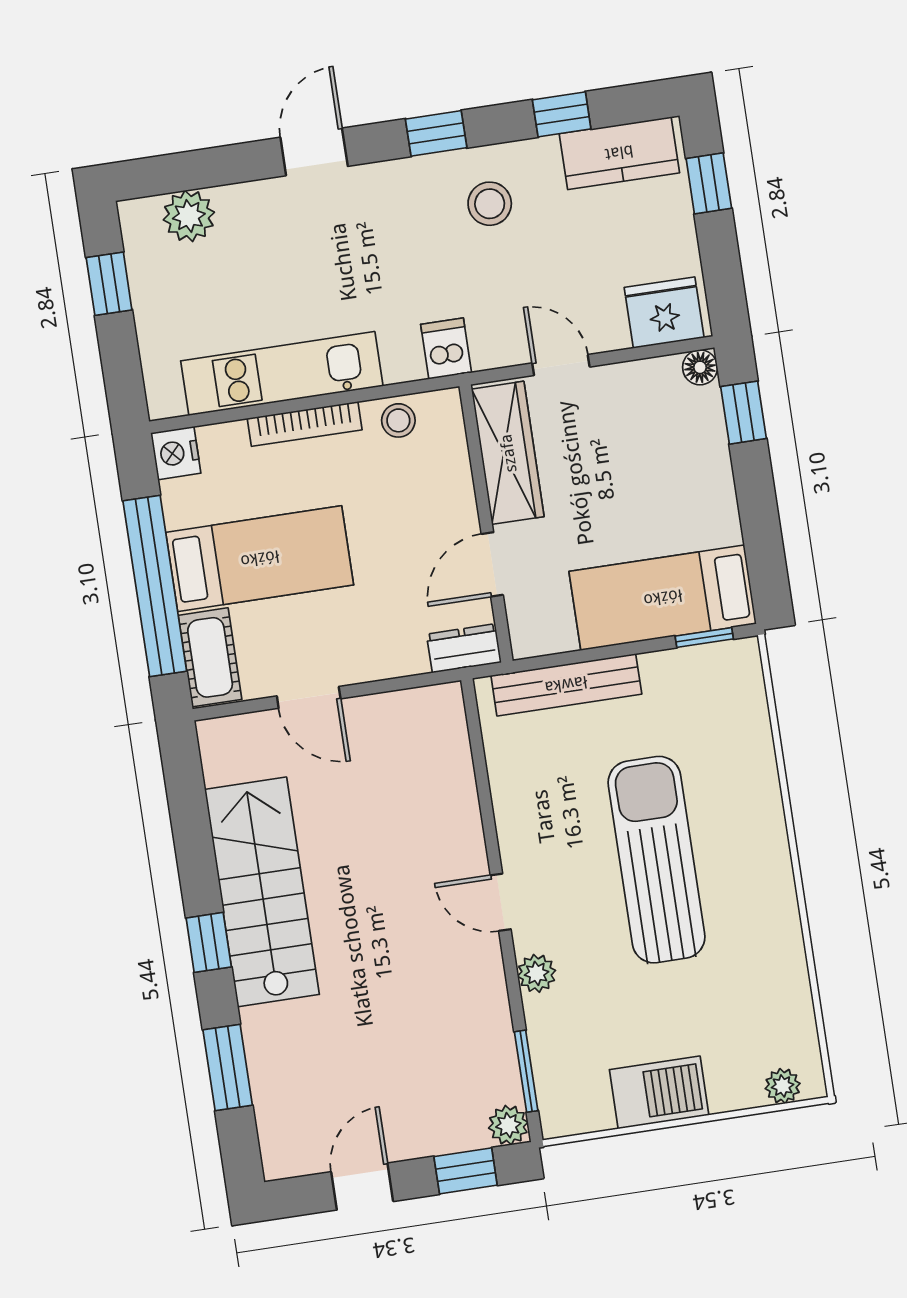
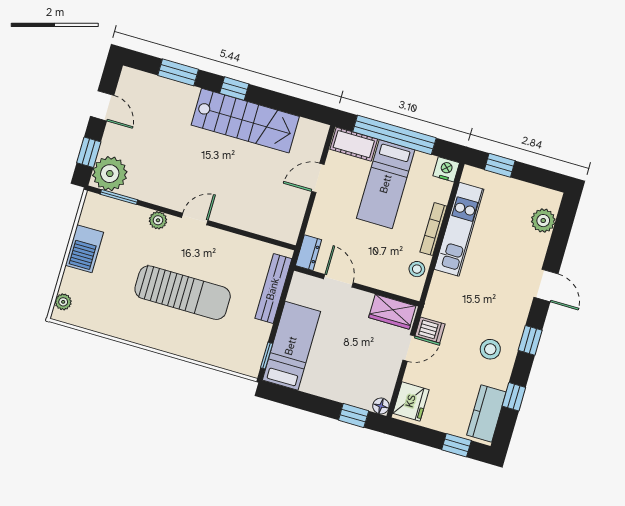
window: (109, 284) -> (500, 165), moved
dishwasher: (446, 349) -> (430, 330), moved
wardrobe: (508, 453) -> (392, 312), width x0.67
plant: (508, 1125) -> (110, 174), width x1.88, depth x1.88

